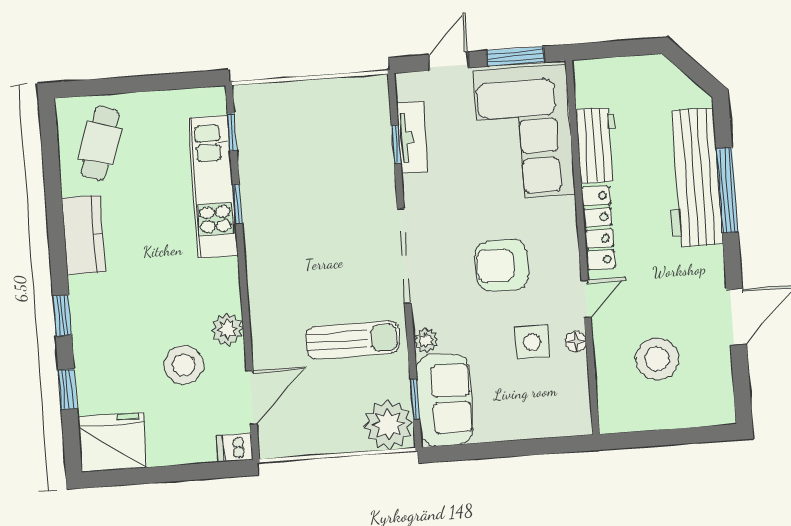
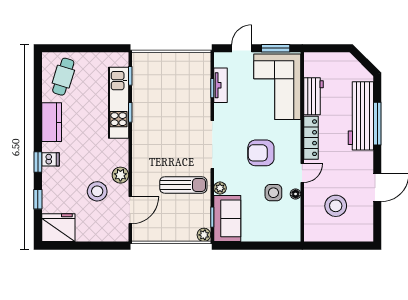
plant: (388, 425) -> (204, 235), width x0.53, depth x0.53
dishwasher: (235, 448) -> (50, 159), moved, turned 180

